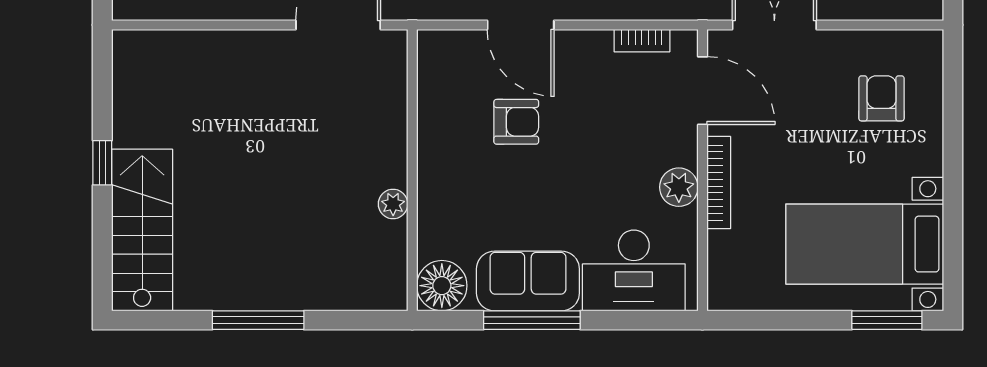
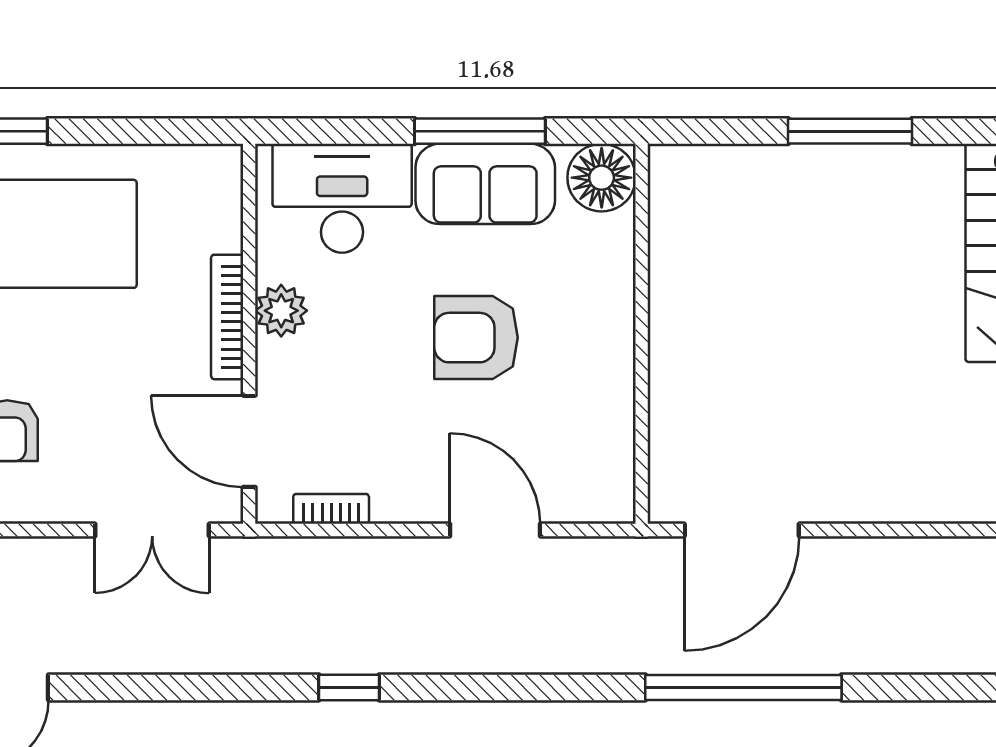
armchair: (516, 122) -> (476, 338), moved, width x1.38, depth x1.38
plant: (393, 204) -> (668, 288), removed

